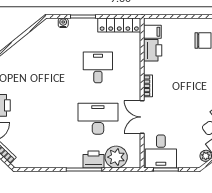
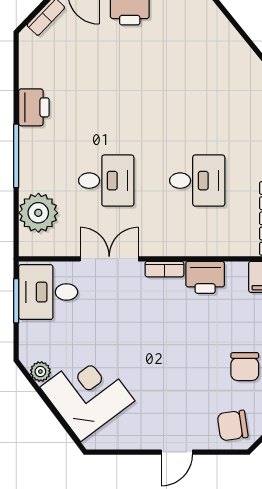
printer: (153, 50) -> (205, 277), moved
desk: (98, 119) -> (106, 181), width x0.73
printer: (94, 160) -> (34, 107), moved

